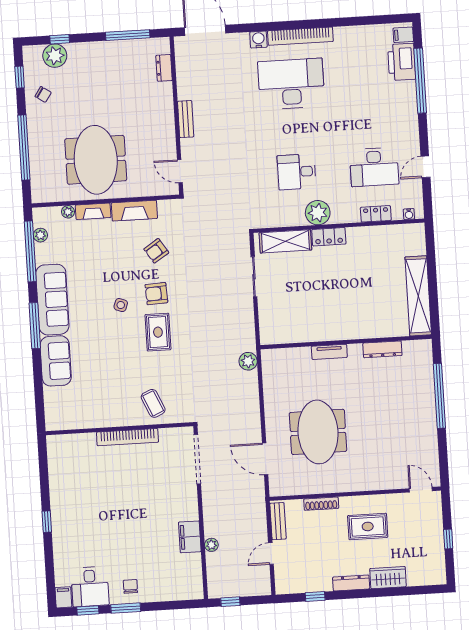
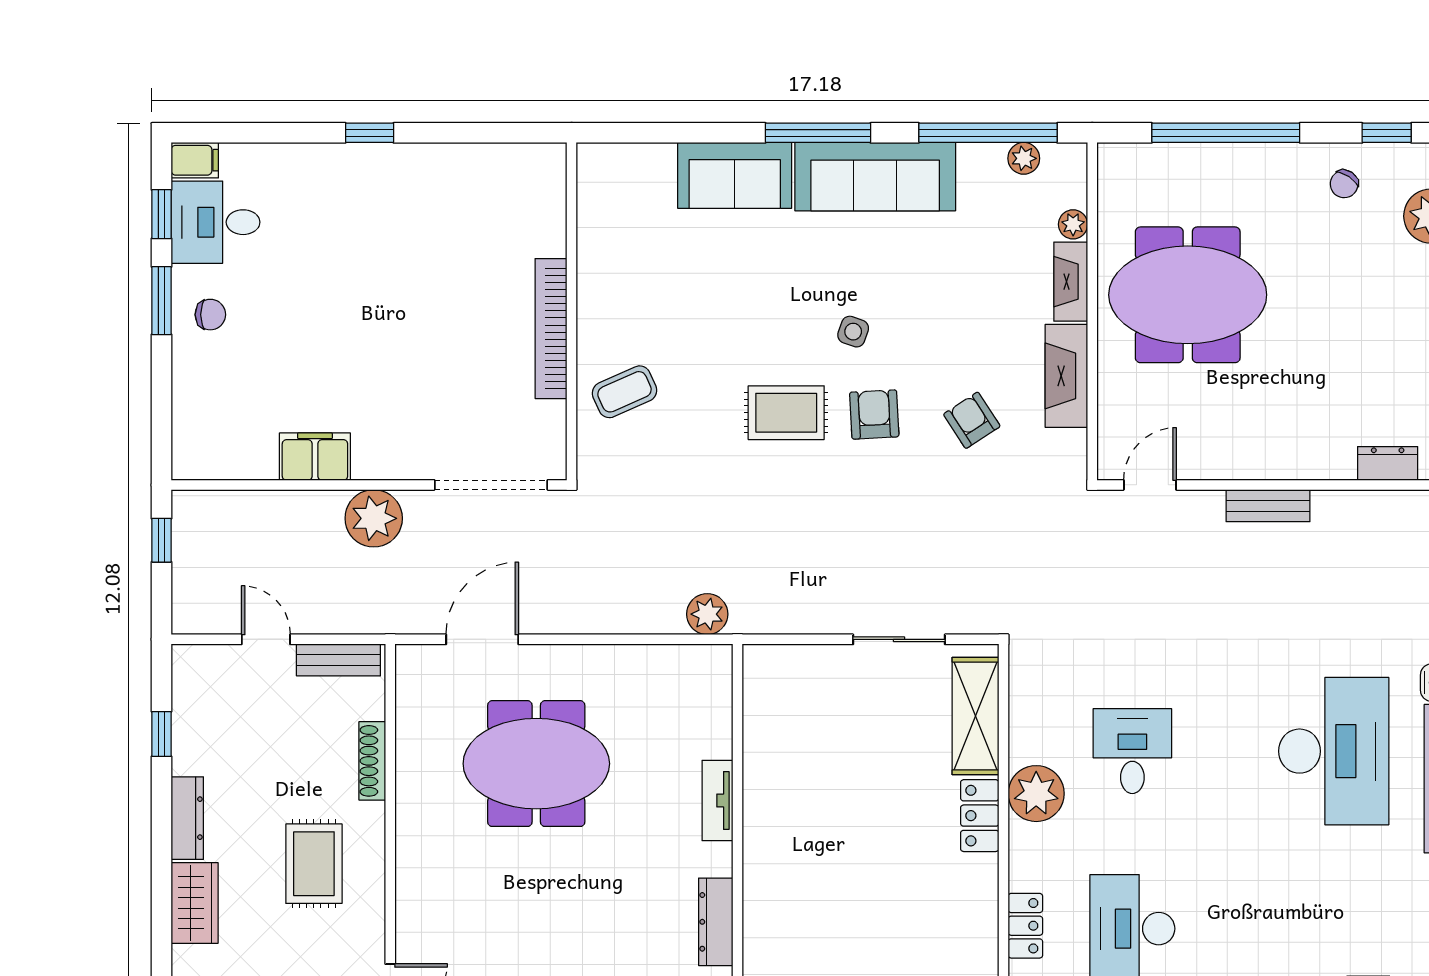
plant: (211, 545) -> (374, 518), moved, width x1.87, depth x1.87

